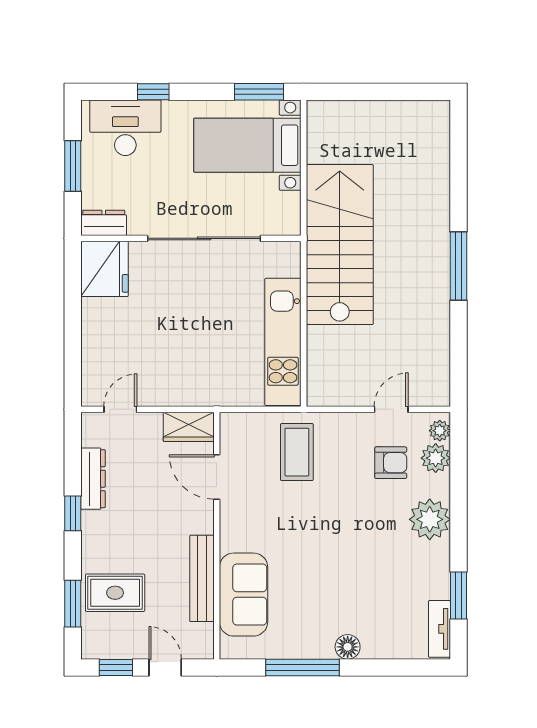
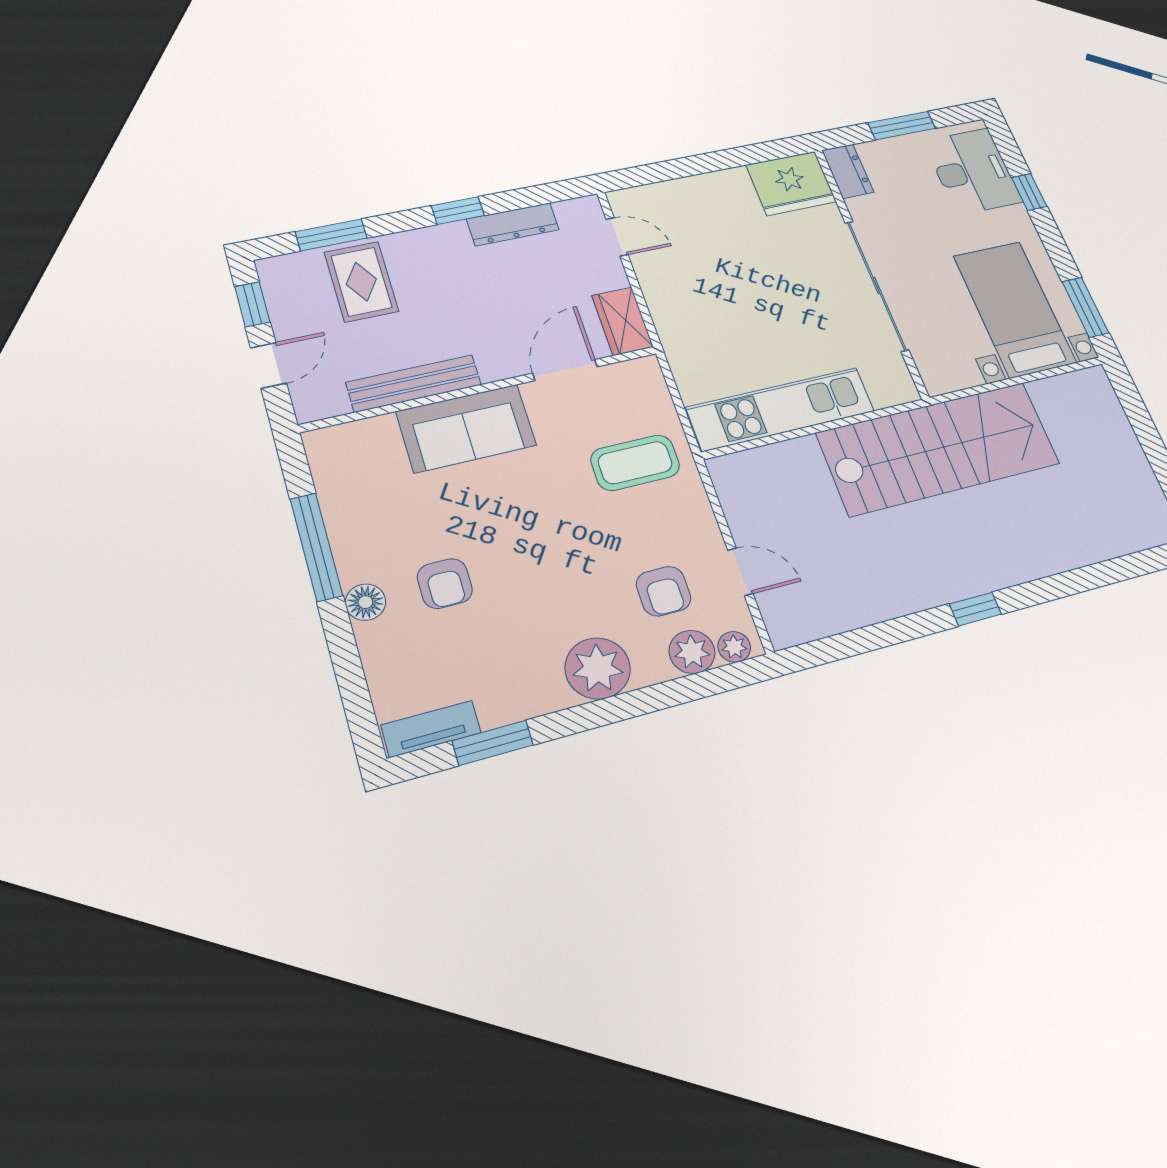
window: (458, 266) -> (975, 609), width x0.46
sofa: (244, 595) -> (466, 428), moved
armchair: (348, 596) -> (445, 583), added

